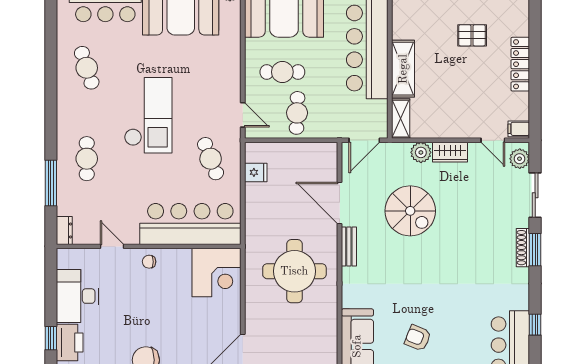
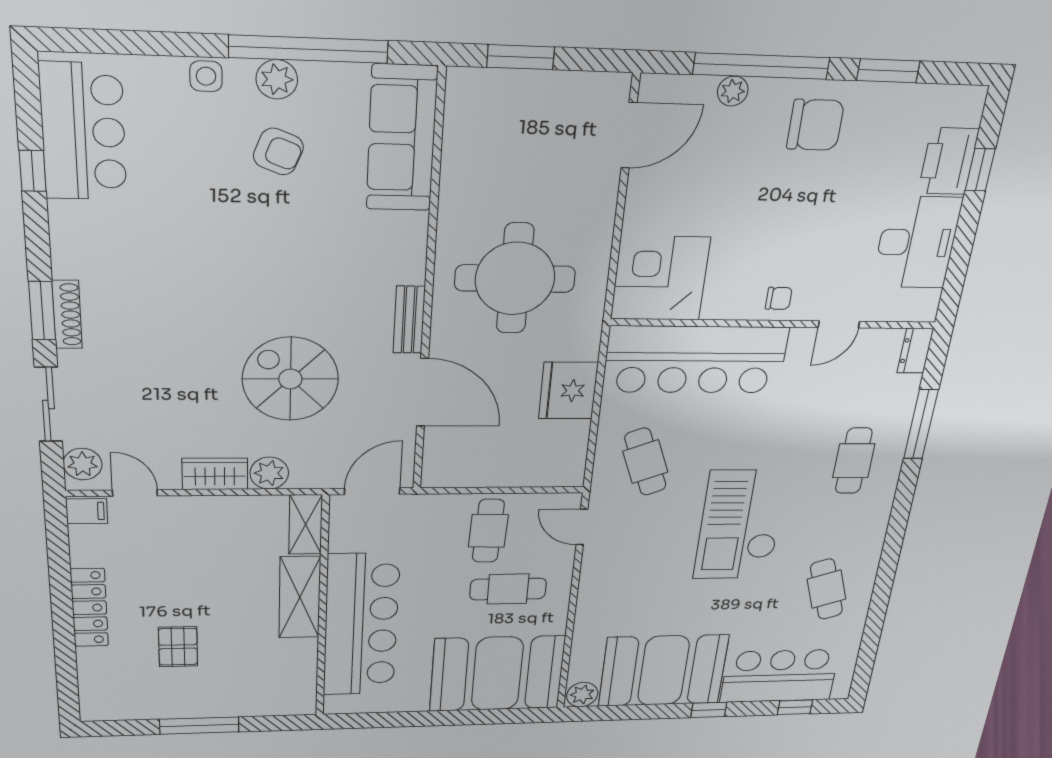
pallet: (472, 35) -> (178, 647), turned 90
fridge: (256, 172) -> (568, 391), moved, width x1.88, depth x1.34
door: (112, 246) -> (839, 324), hinge flipped

